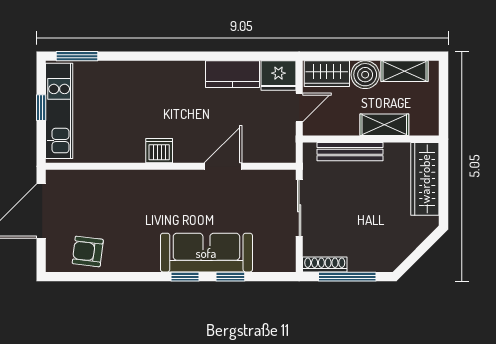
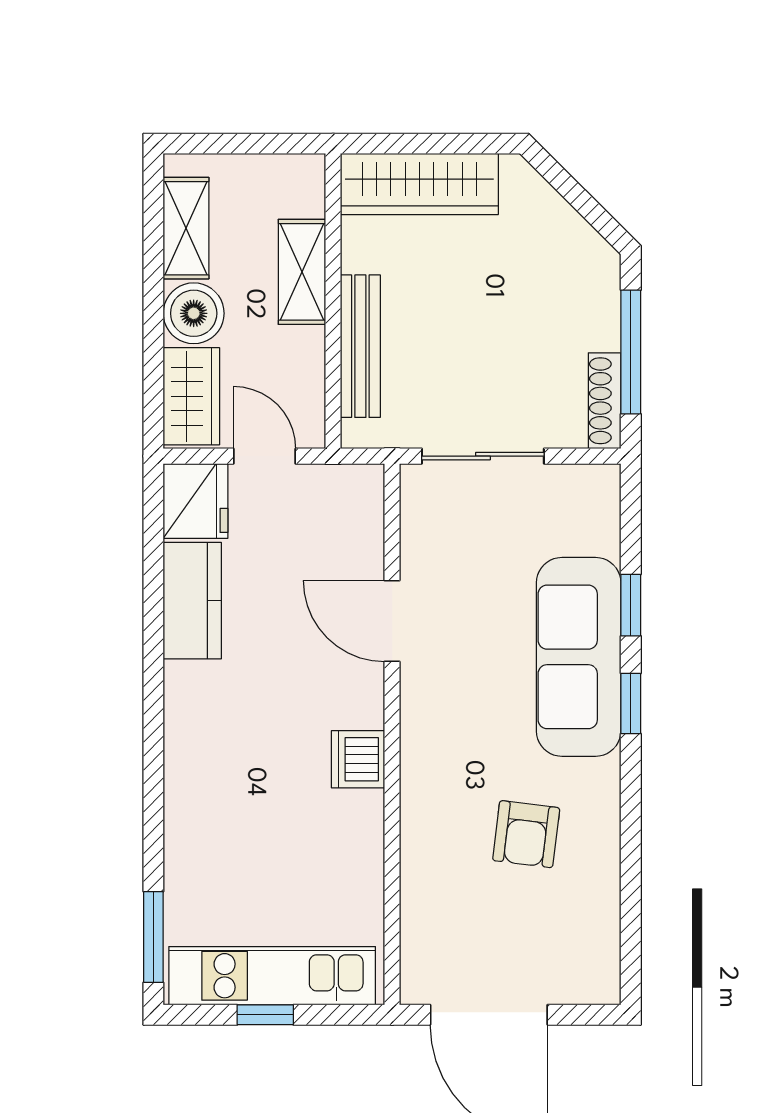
armchair: (88, 251) -> (526, 834), moved

